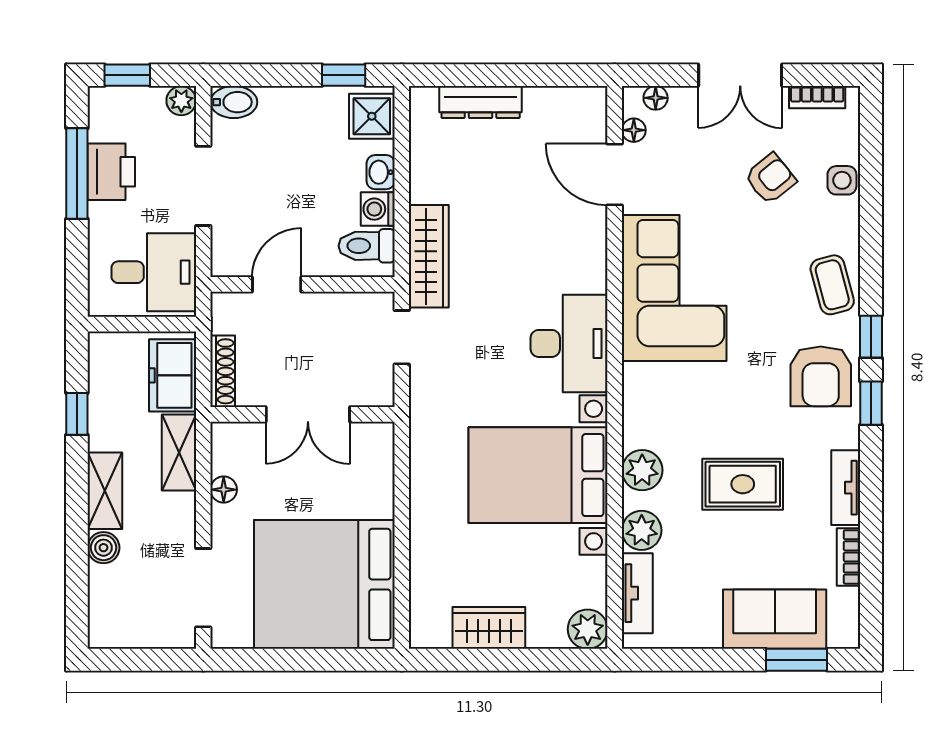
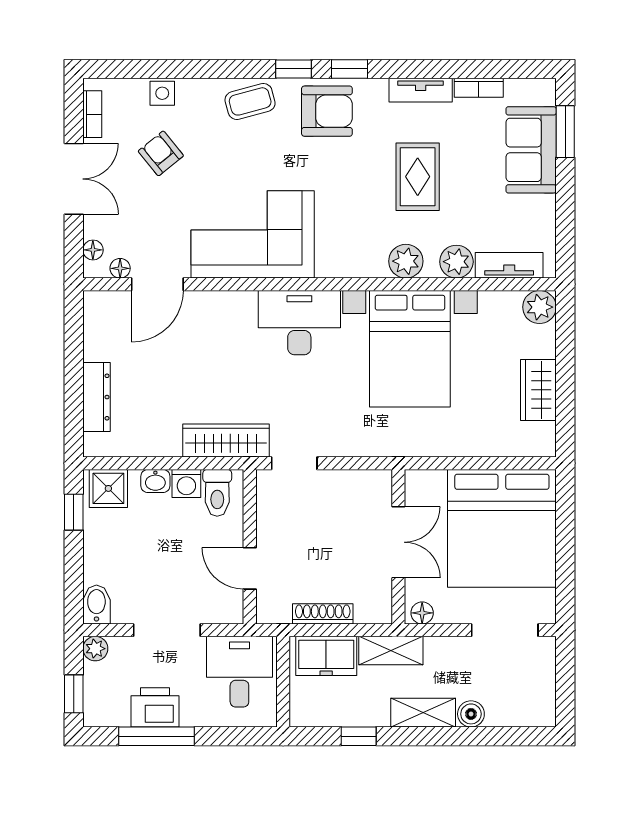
wall: (302, 414) -> (398, 547), moved
double door: (308, 414) -> (398, 542), moved

